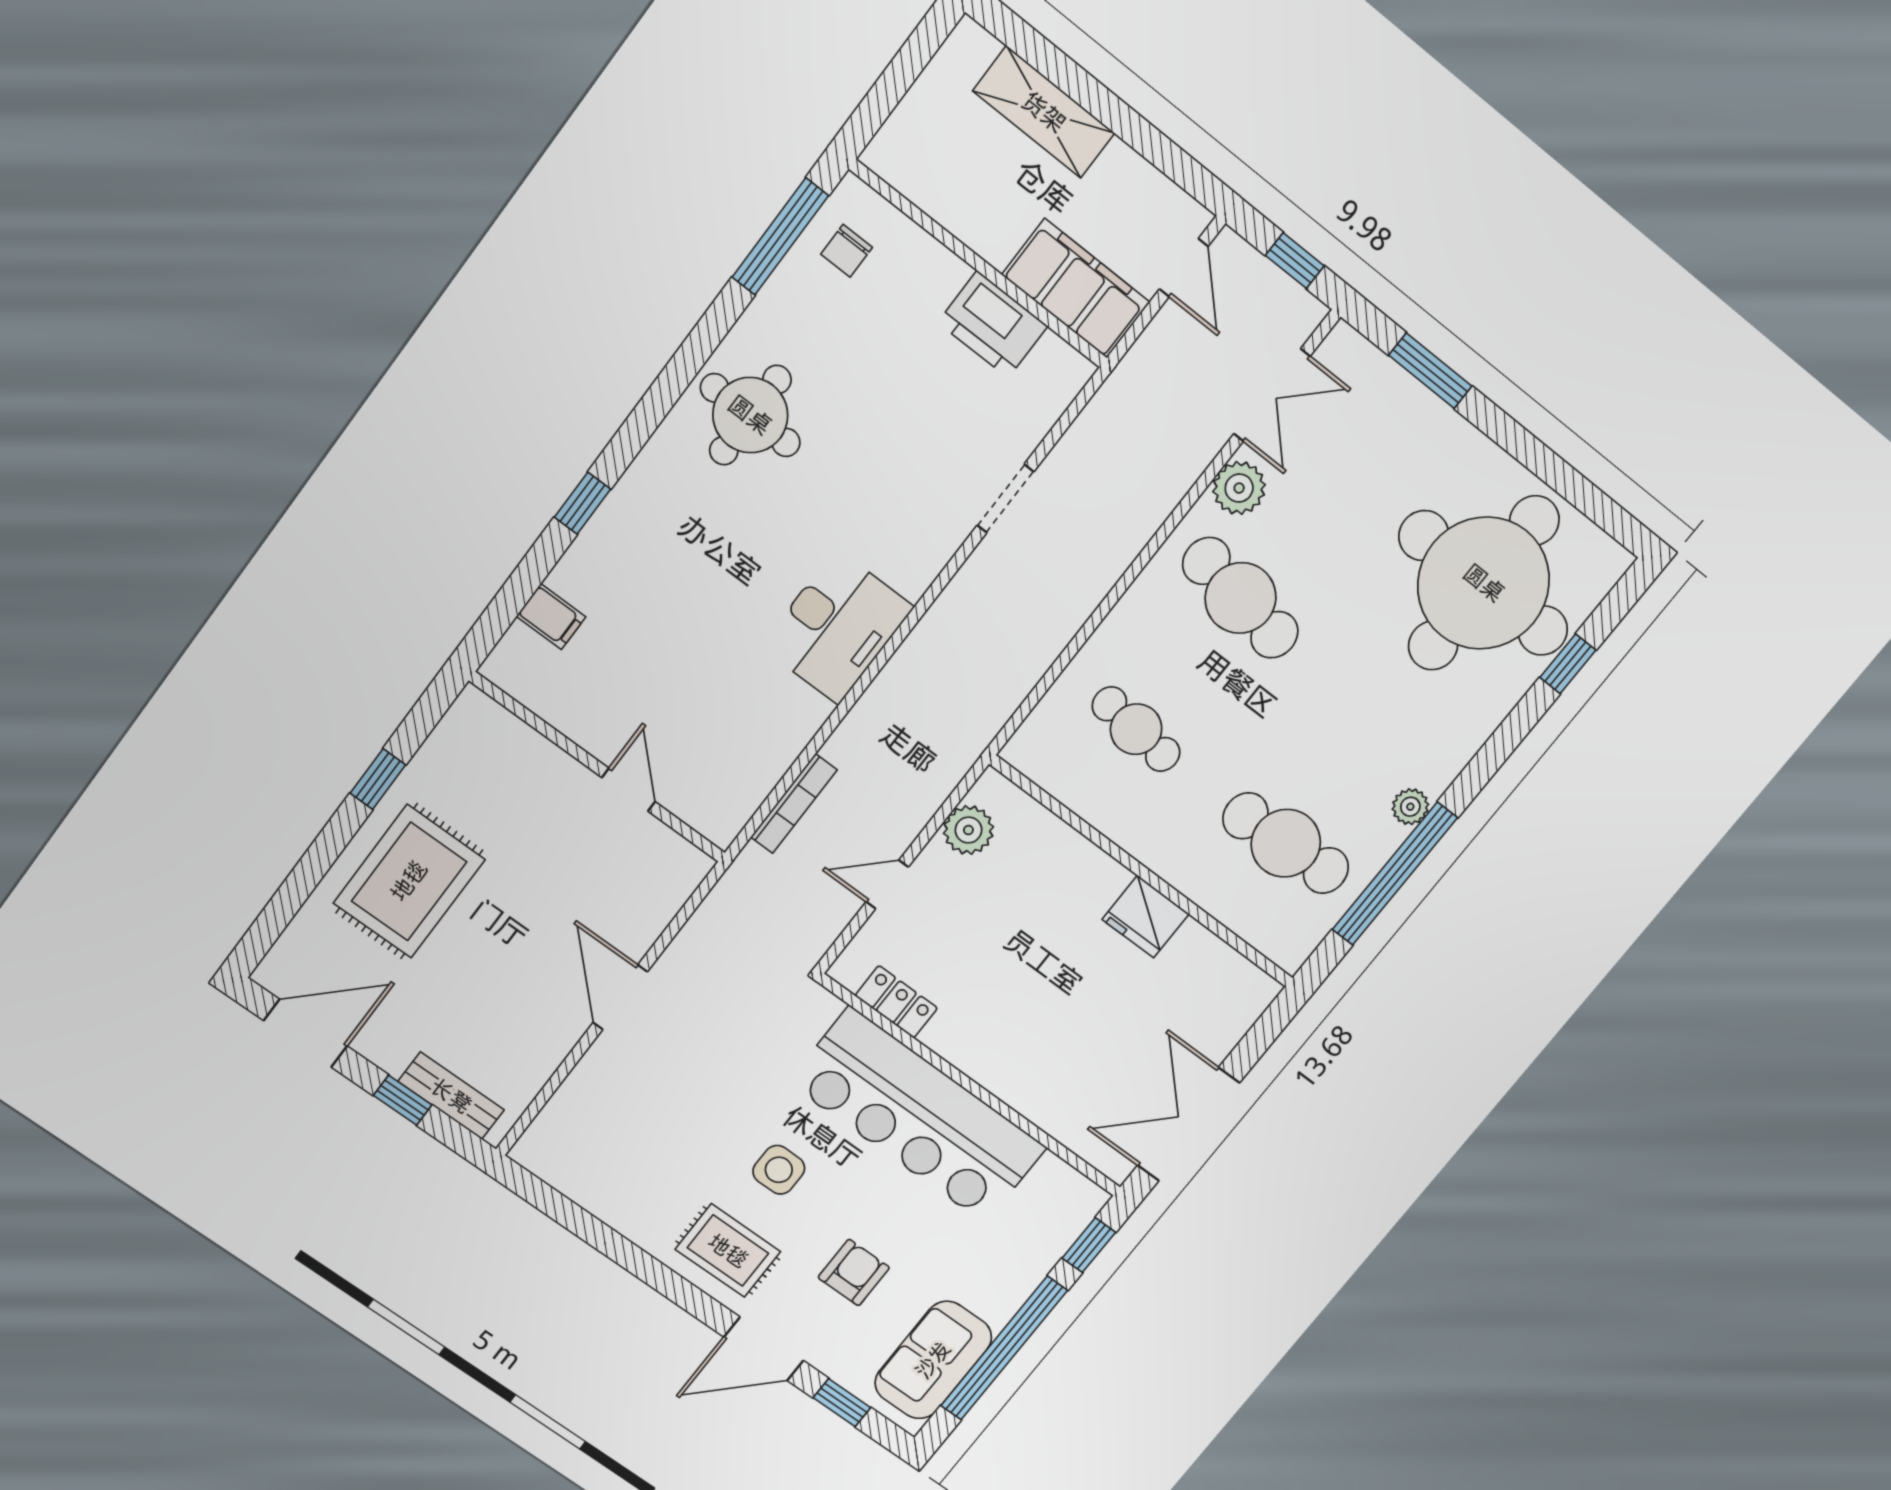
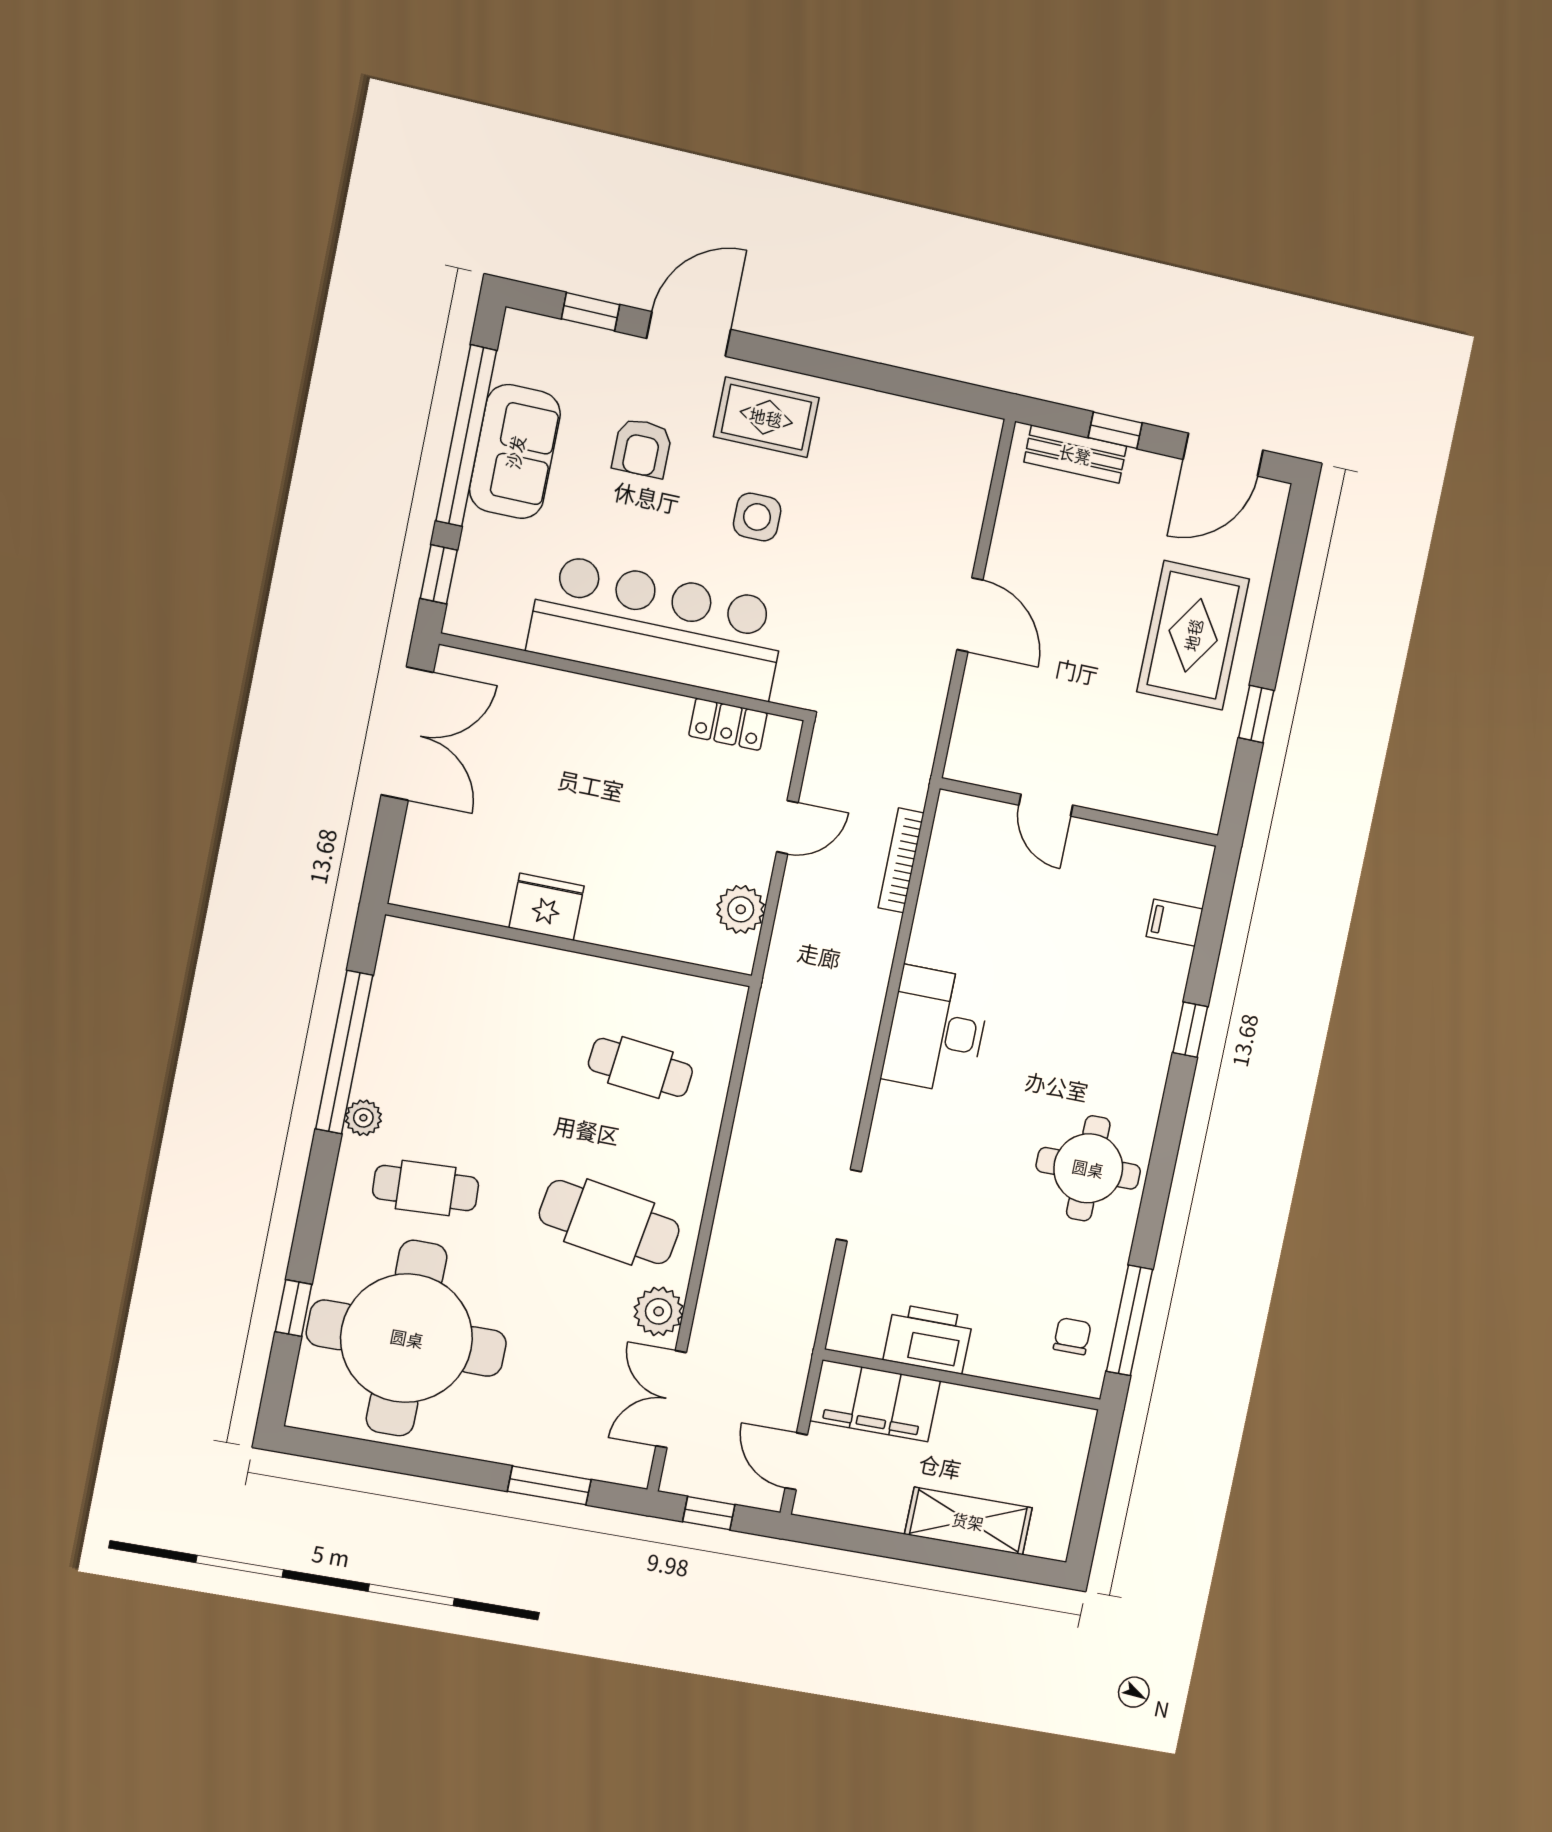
cafe table: (1286, 843) -> (426, 1188), moved, width x0.73, depth x0.74
sofa: (933, 1360) -> (515, 452), moved

